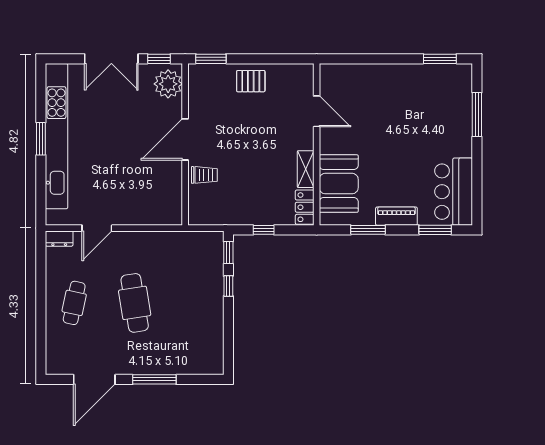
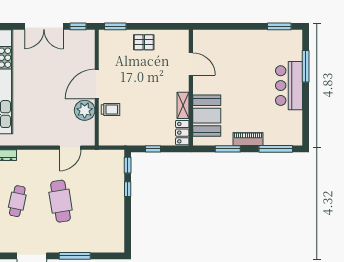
plant: (168, 84) -> (85, 110), moved
bar counter: (454, 192) -> (289, 86), moved
door: (97, 228) -> (70, 148), moved
window: (435, 230) -> (276, 149), width x1.44

